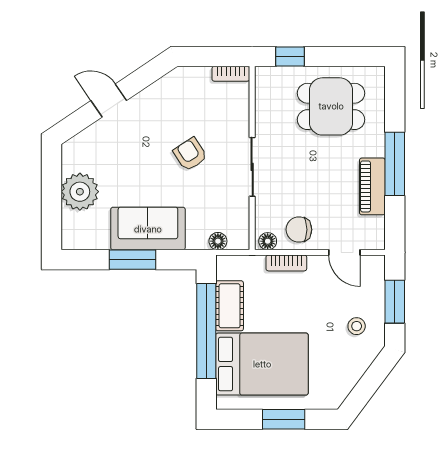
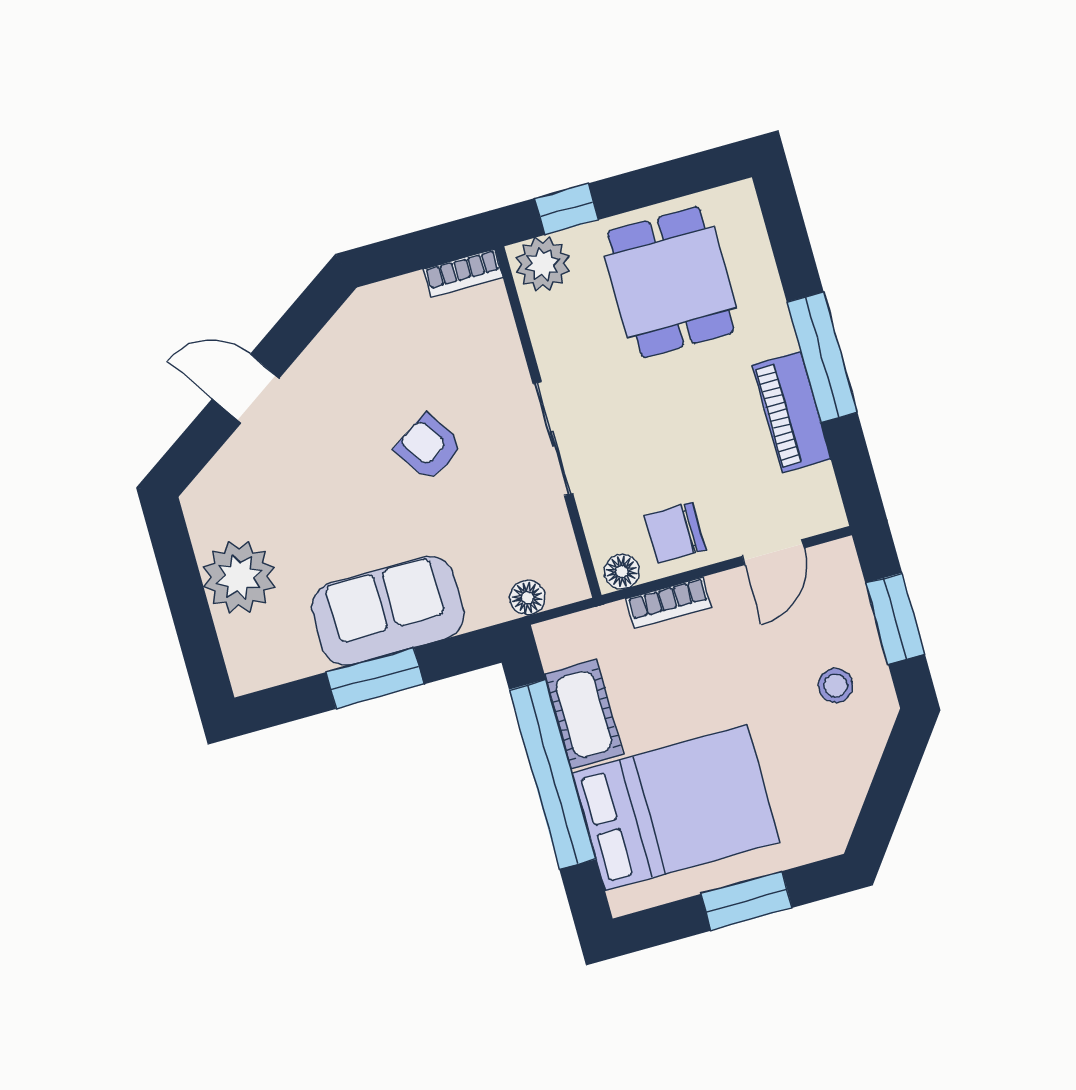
plant: (271, 80) -> (543, 264), added
dining table: (331, 106) -> (671, 282), turned 90
door: (344, 252) -> (773, 552), hinge flipped

